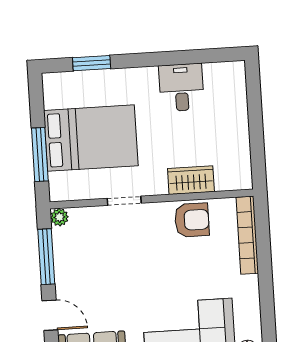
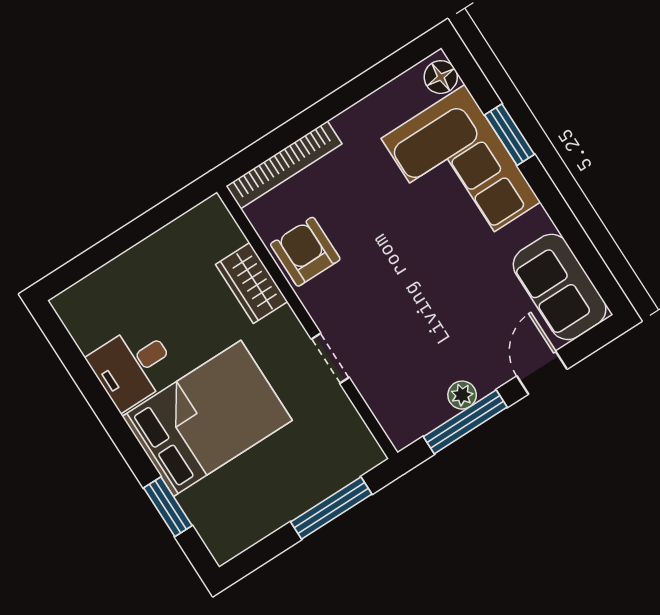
bed: (91, 138) -> (207, 418), moved, turned 90
plant: (59, 217) -> (462, 395), moved

